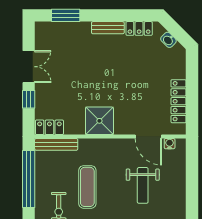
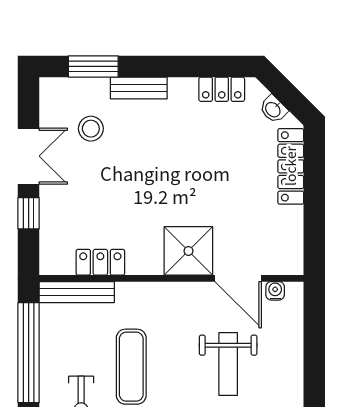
bench: (108, 28) -> (139, 88), moved
stool: (64, 51) -> (91, 129), added
locker: (178, 101) -> (291, 166), moved
shower: (99, 121) -> (188, 251), moved
locker: (49, 127) -> (100, 262), moved

